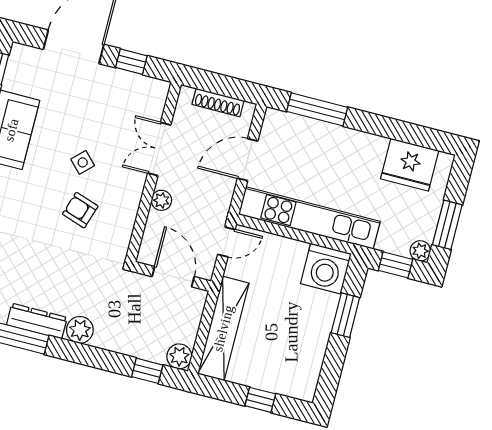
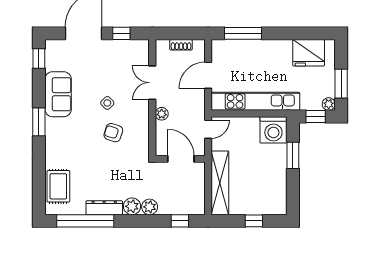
shoe rack: (218, 102) -> (181, 45), width x0.70
plant: (179, 356) -> (150, 207), moved

